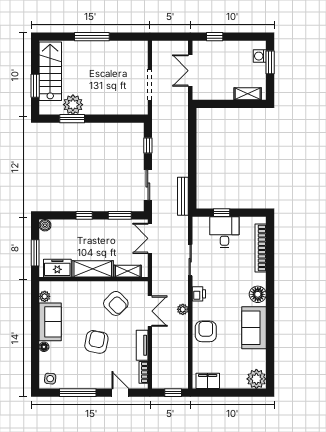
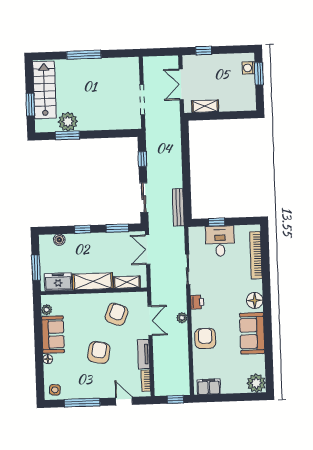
shelving: (248, 94) -> (205, 106), moved
boiler: (45, 225) -> (59, 240), moved
armchair: (116, 303) -> (116, 314), turned -114

